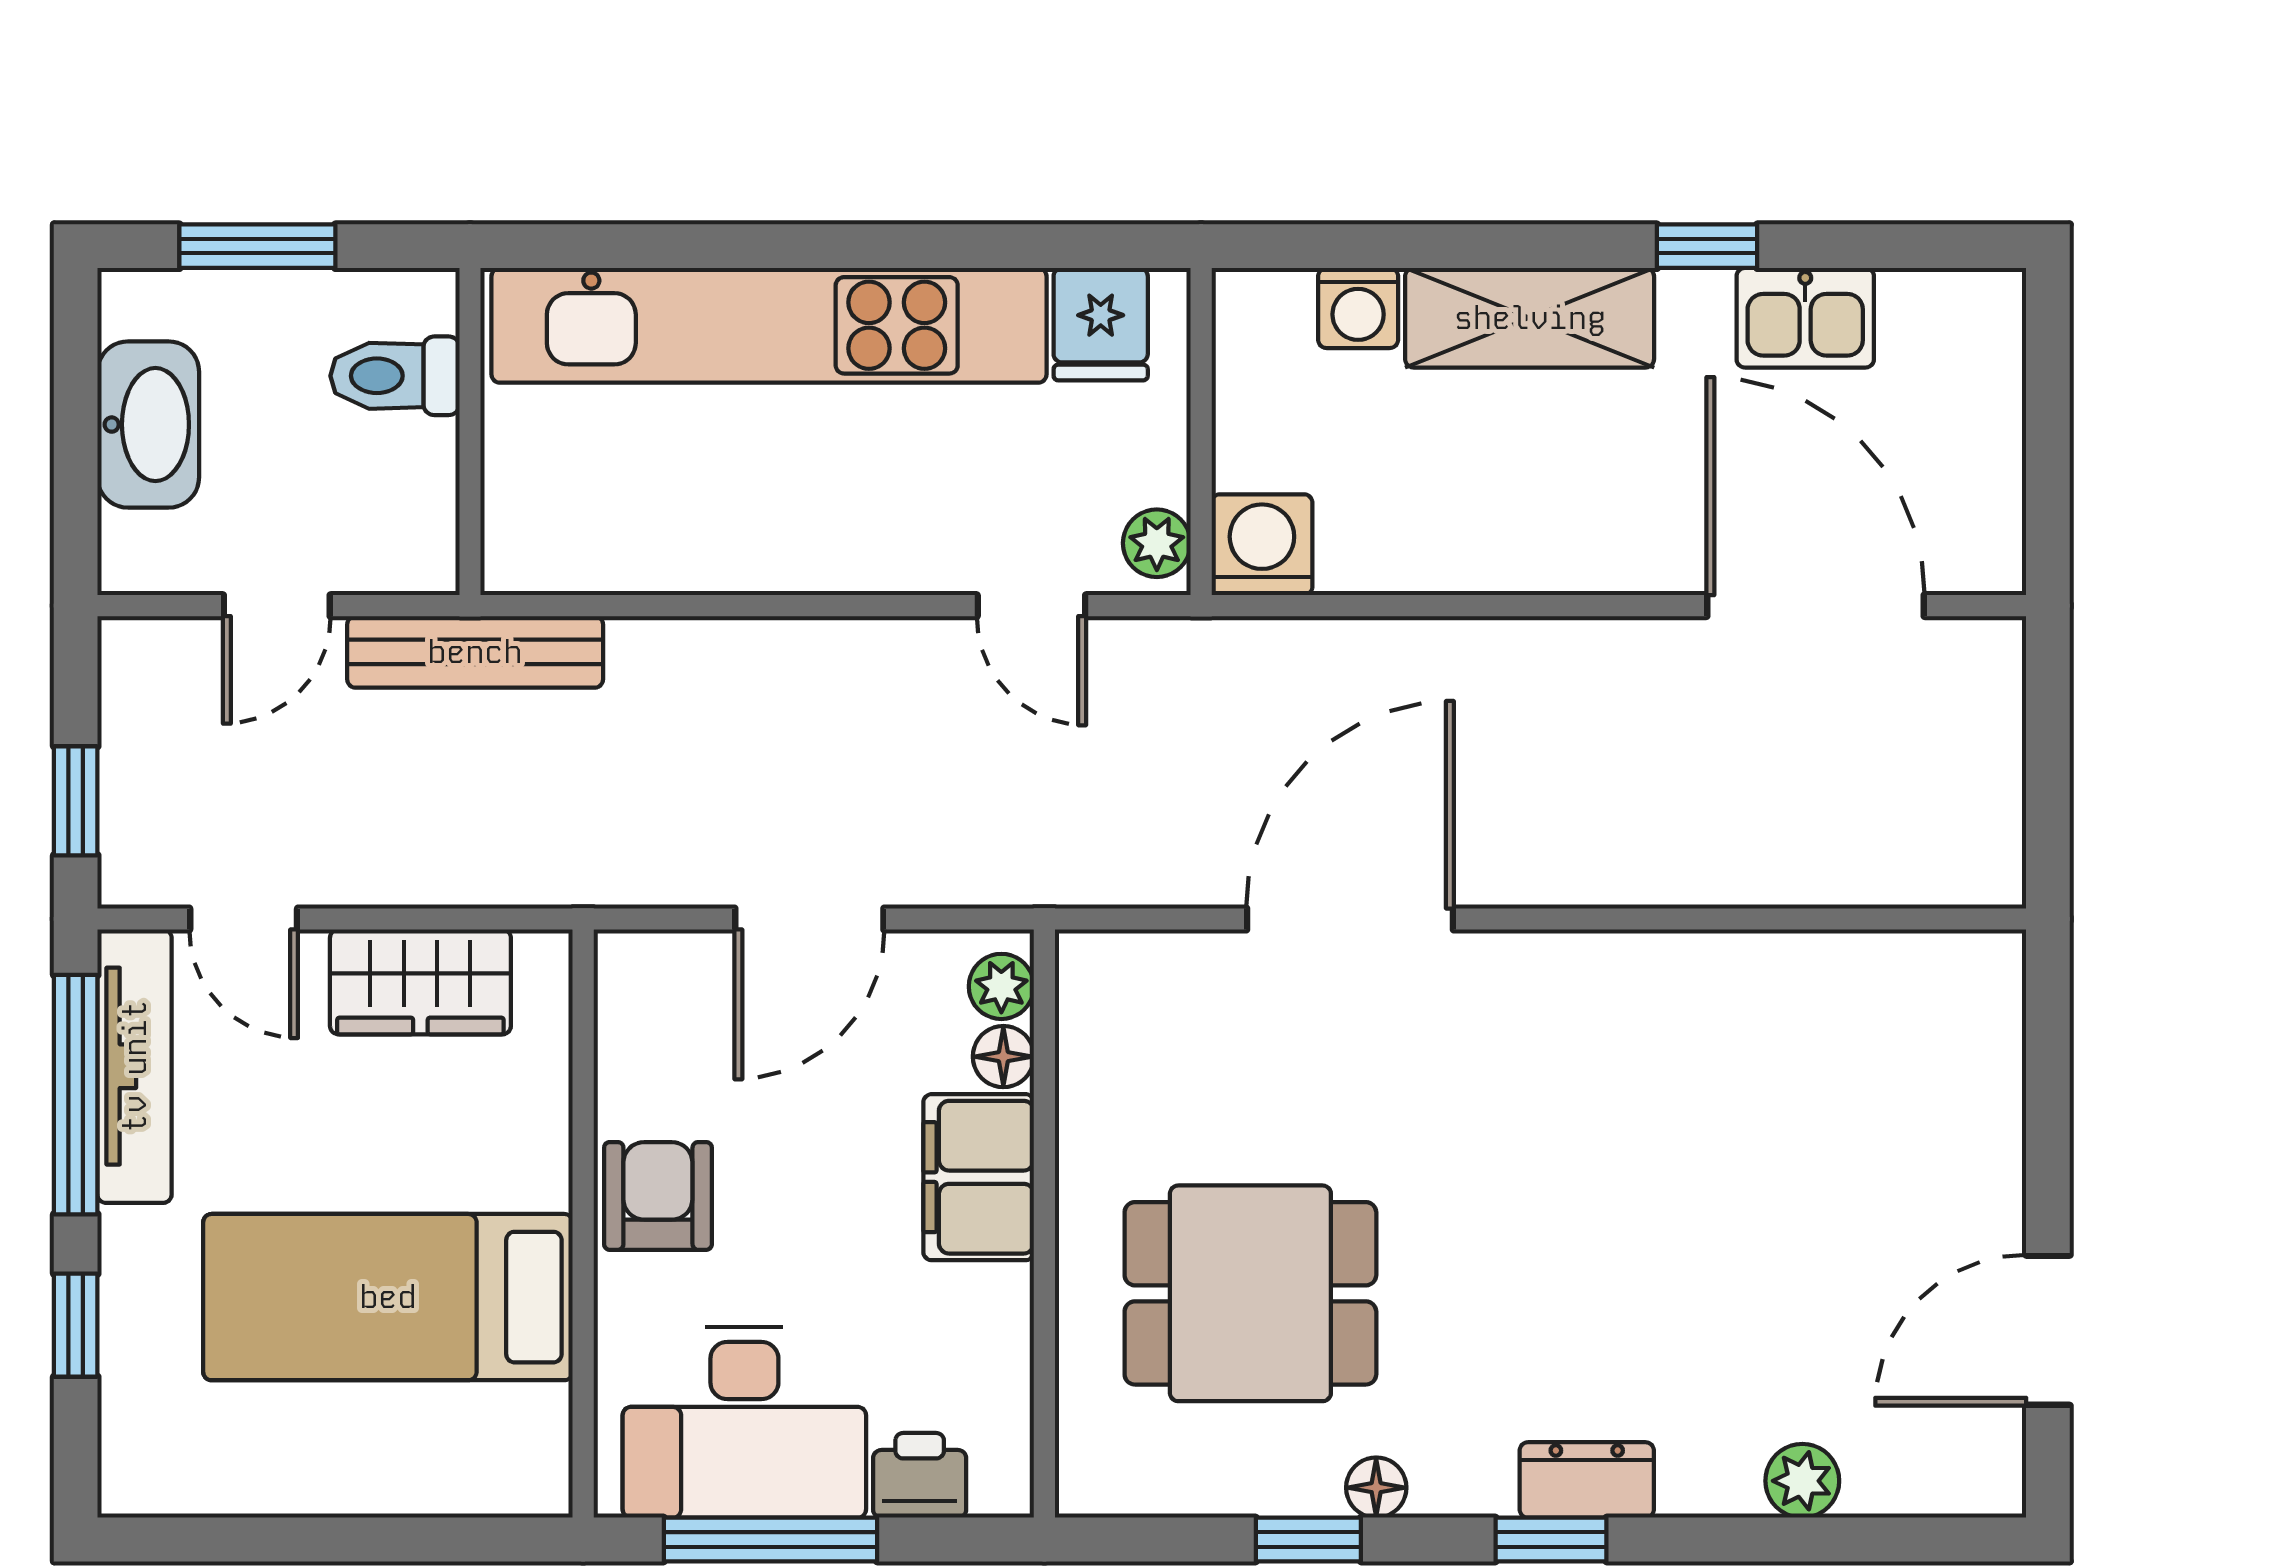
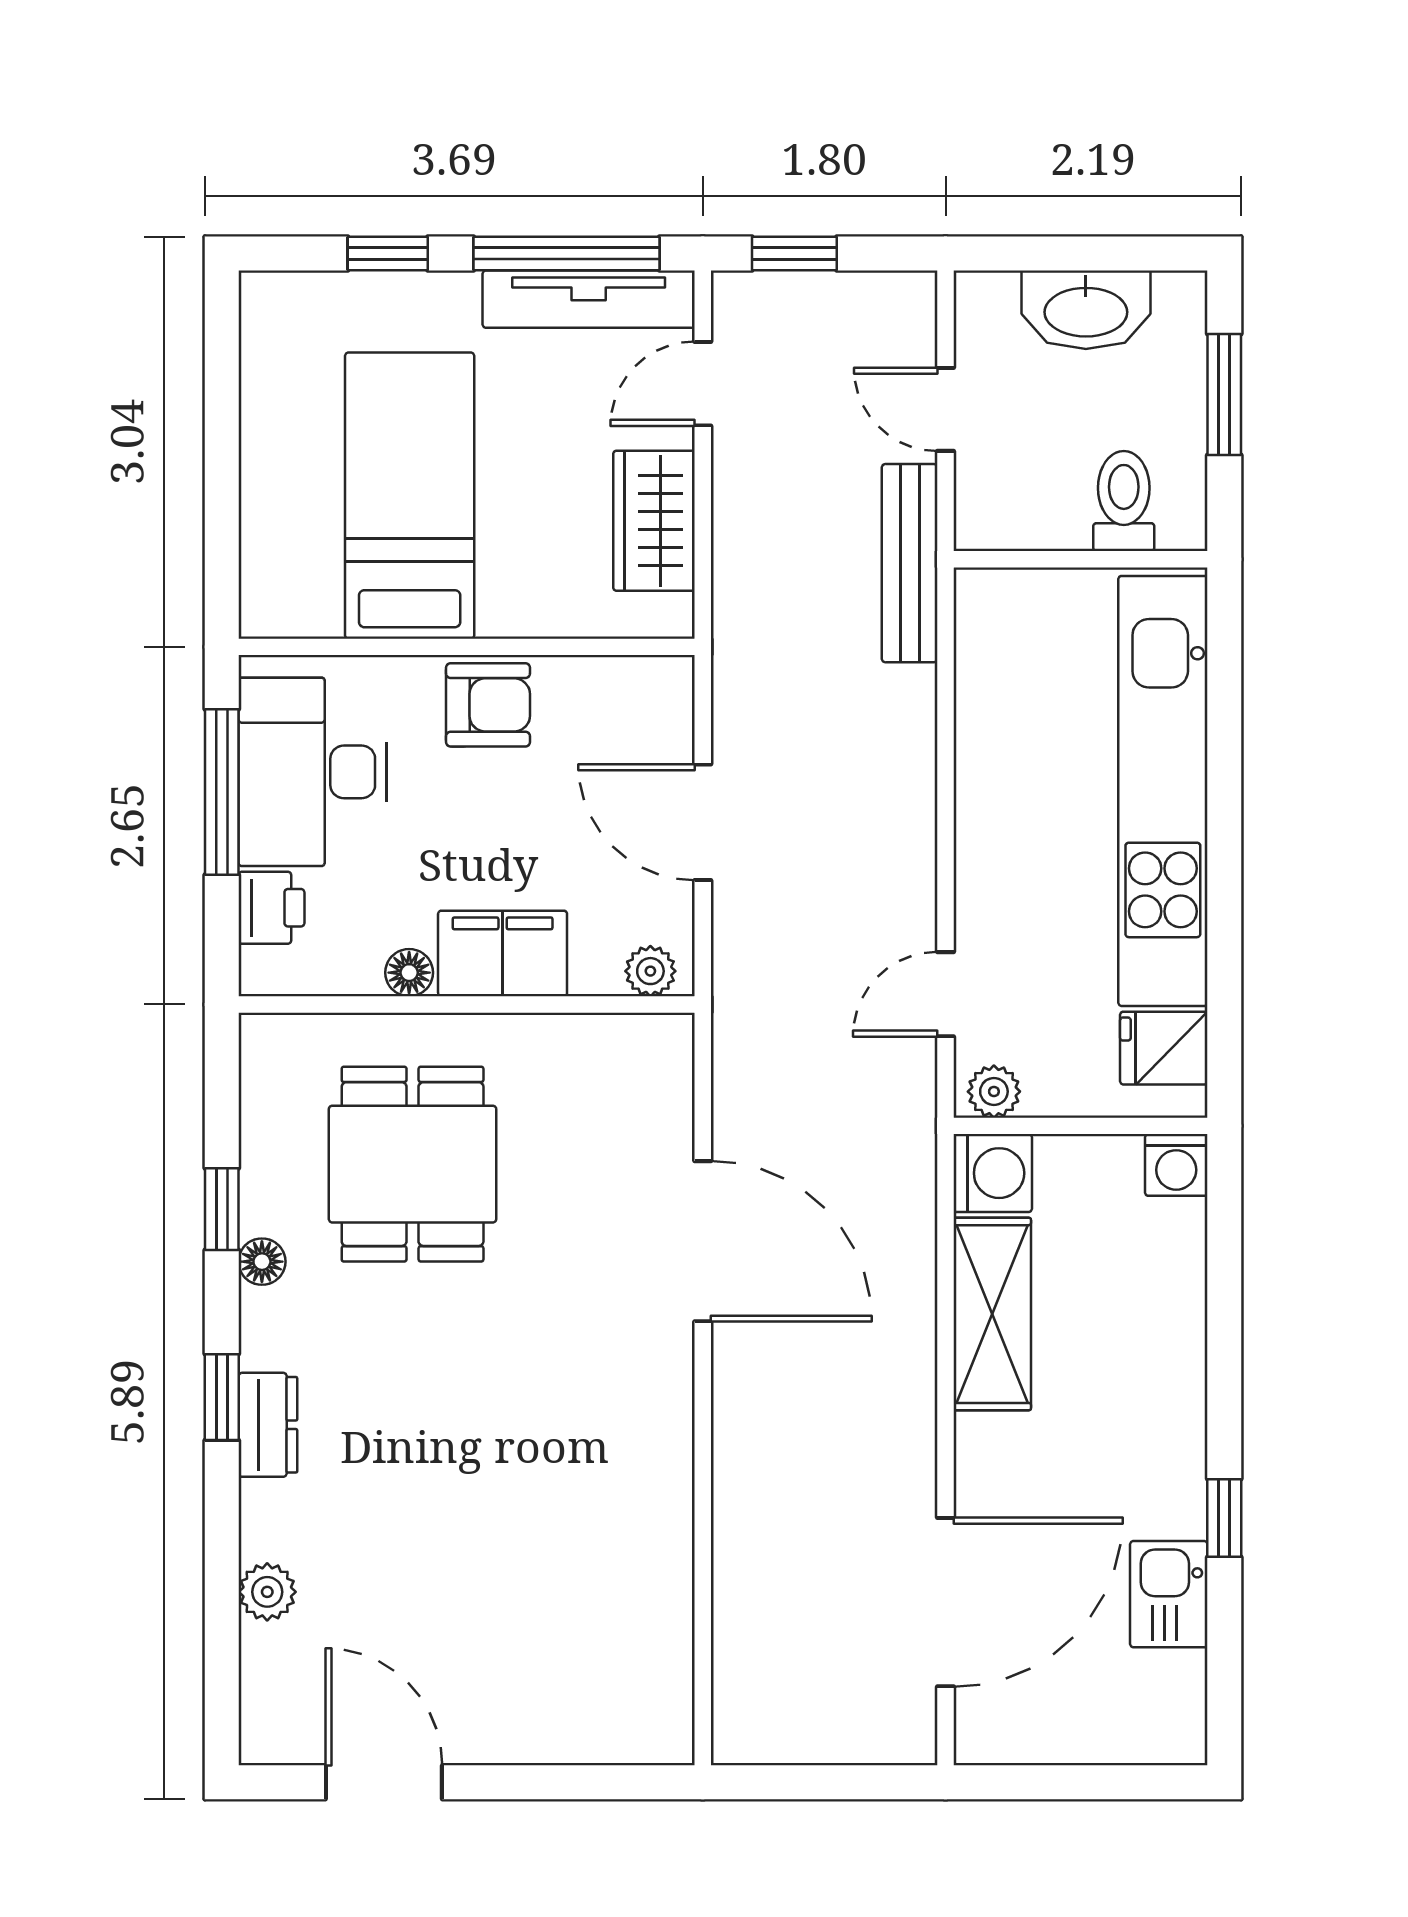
washing machine: (1358, 308) -> (1176, 1165), moved, turned -90
shelving: (1530, 318) -> (992, 1314), moved
floor lamp: (1003, 1057) -> (409, 973), moved

